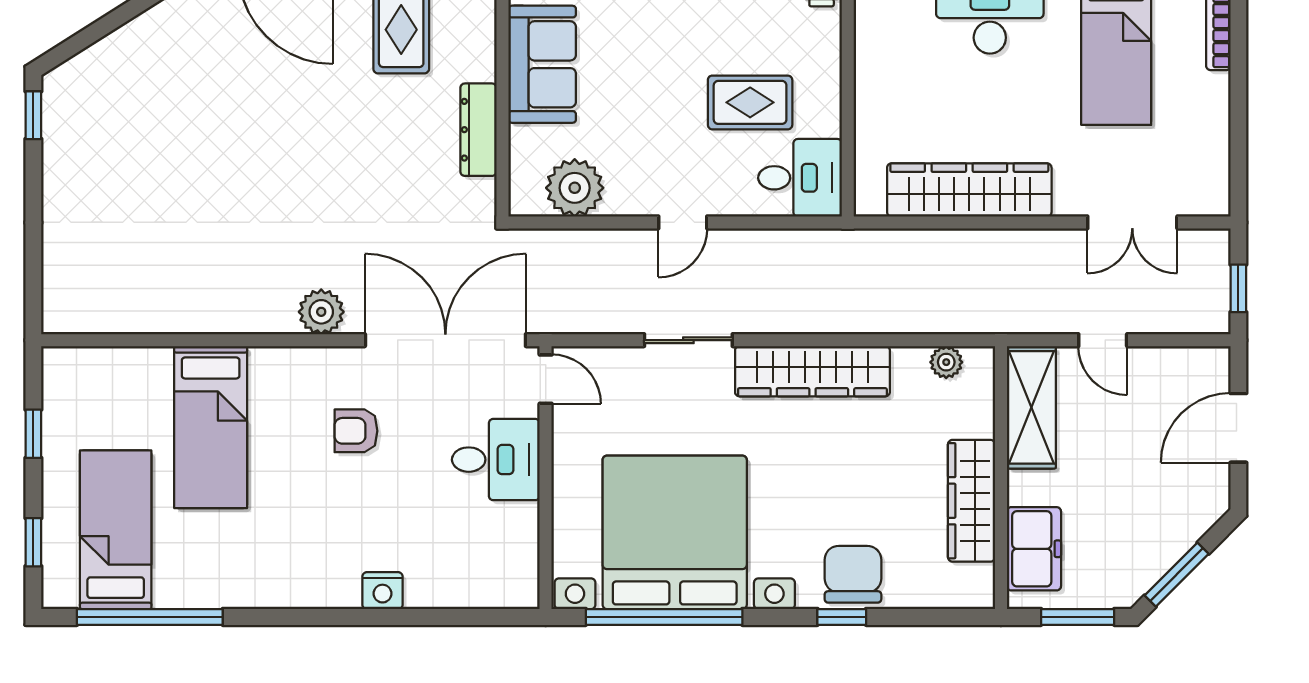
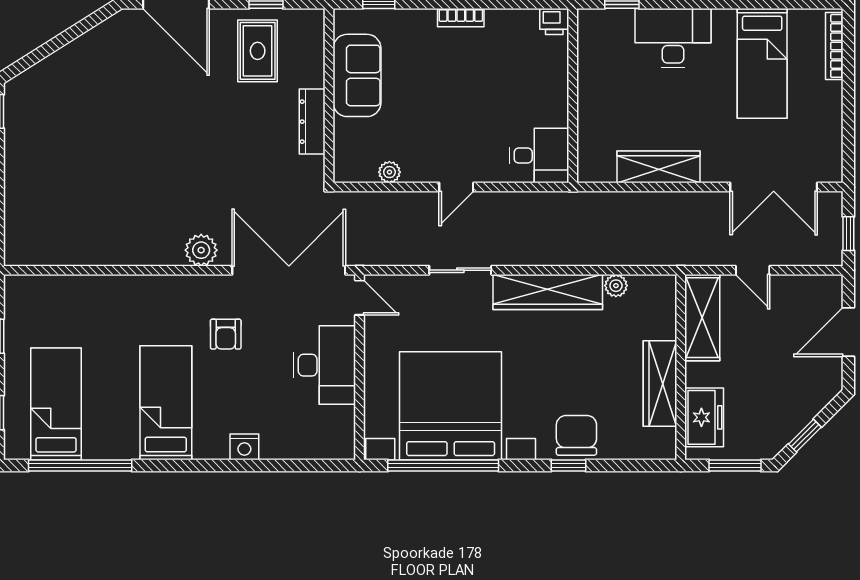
rug: (750, 102) -> (504, 102), removed
plant: (575, 188) -> (389, 172), width x0.53, depth x0.53
wardrobe: (969, 190) -> (659, 167), width x0.71, depth x0.85
double door: (1132, 222) -> (774, 187), width x1.37
plant: (946, 362) -> (616, 286), moved
bed: (211, 427) -> (166, 403), moved, turned 180
armchair: (356, 431) -> (226, 334), turned -90
desk: (496, 460) -> (324, 365), width x1.37
window: (1177, 575) -> (805, 436), width x0.67

